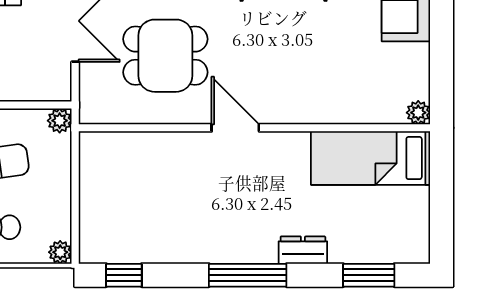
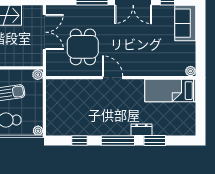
dining table: (165, 56) -> (83, 47), turned 90
window: (124, 275) -> (80, 140), moved
window: (369, 275) -> (155, 140), moved

